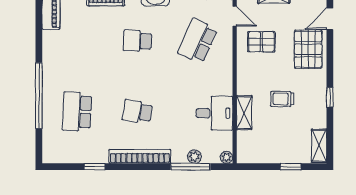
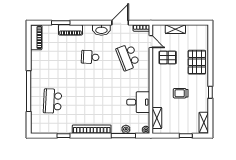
door: (330, 19) -> (210, 43), removed
school desk: (198, 41) -> (128, 57), turned -45
school desk: (137, 111) -> (90, 101), removed
shelving: (244, 113) -> (157, 118), moved

